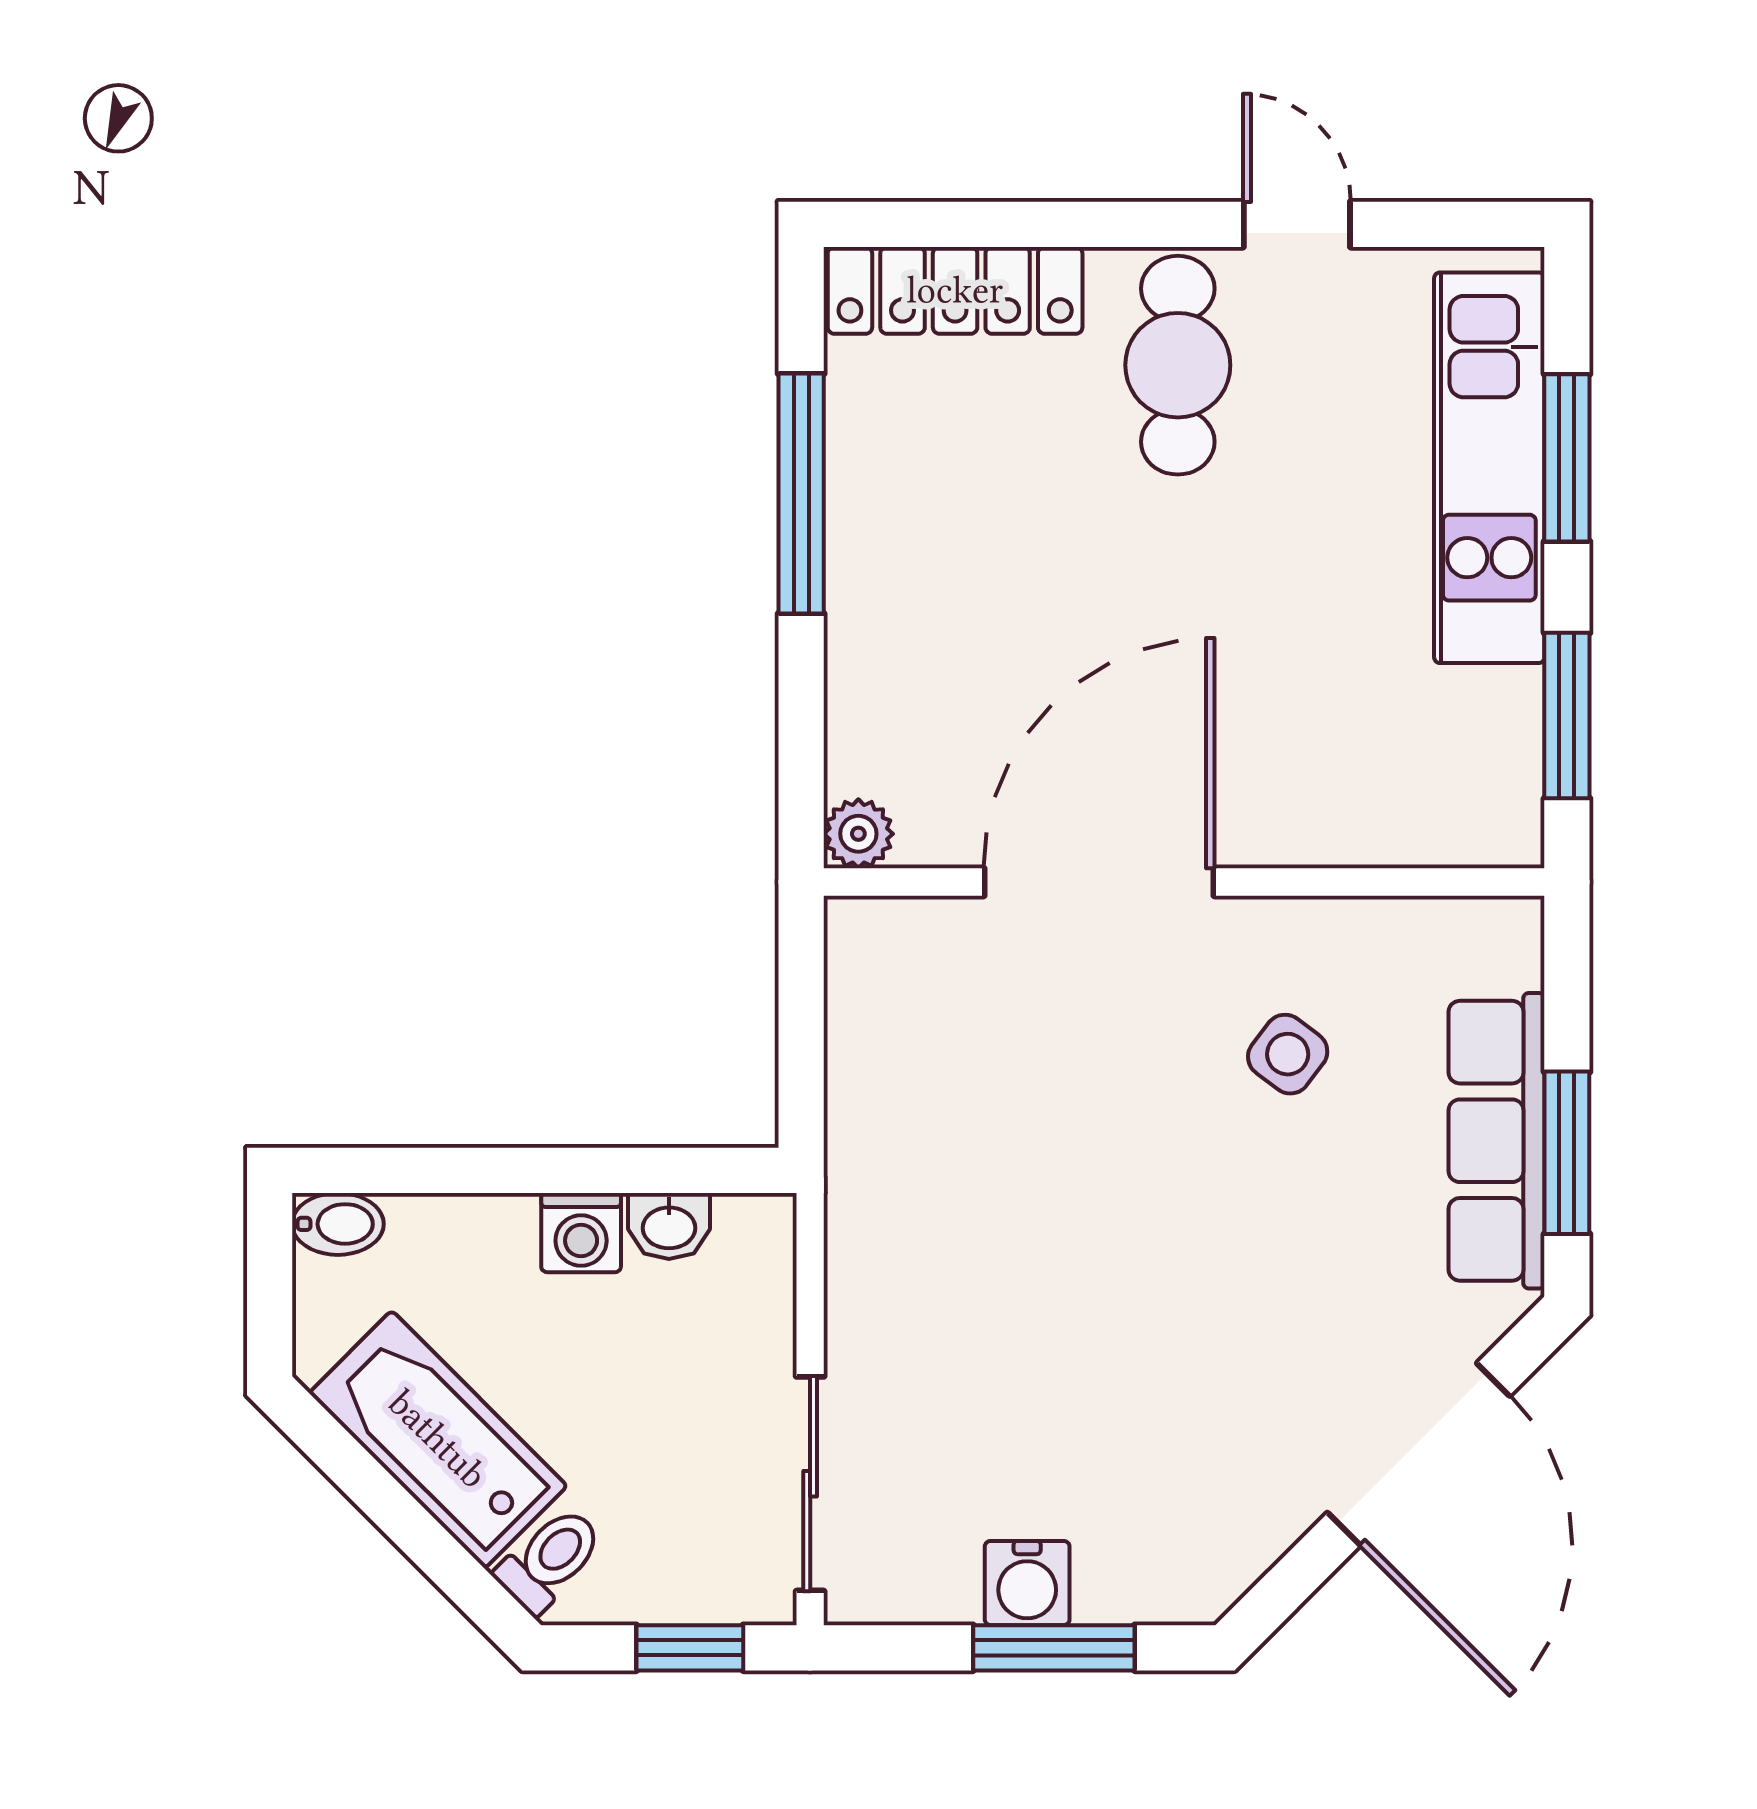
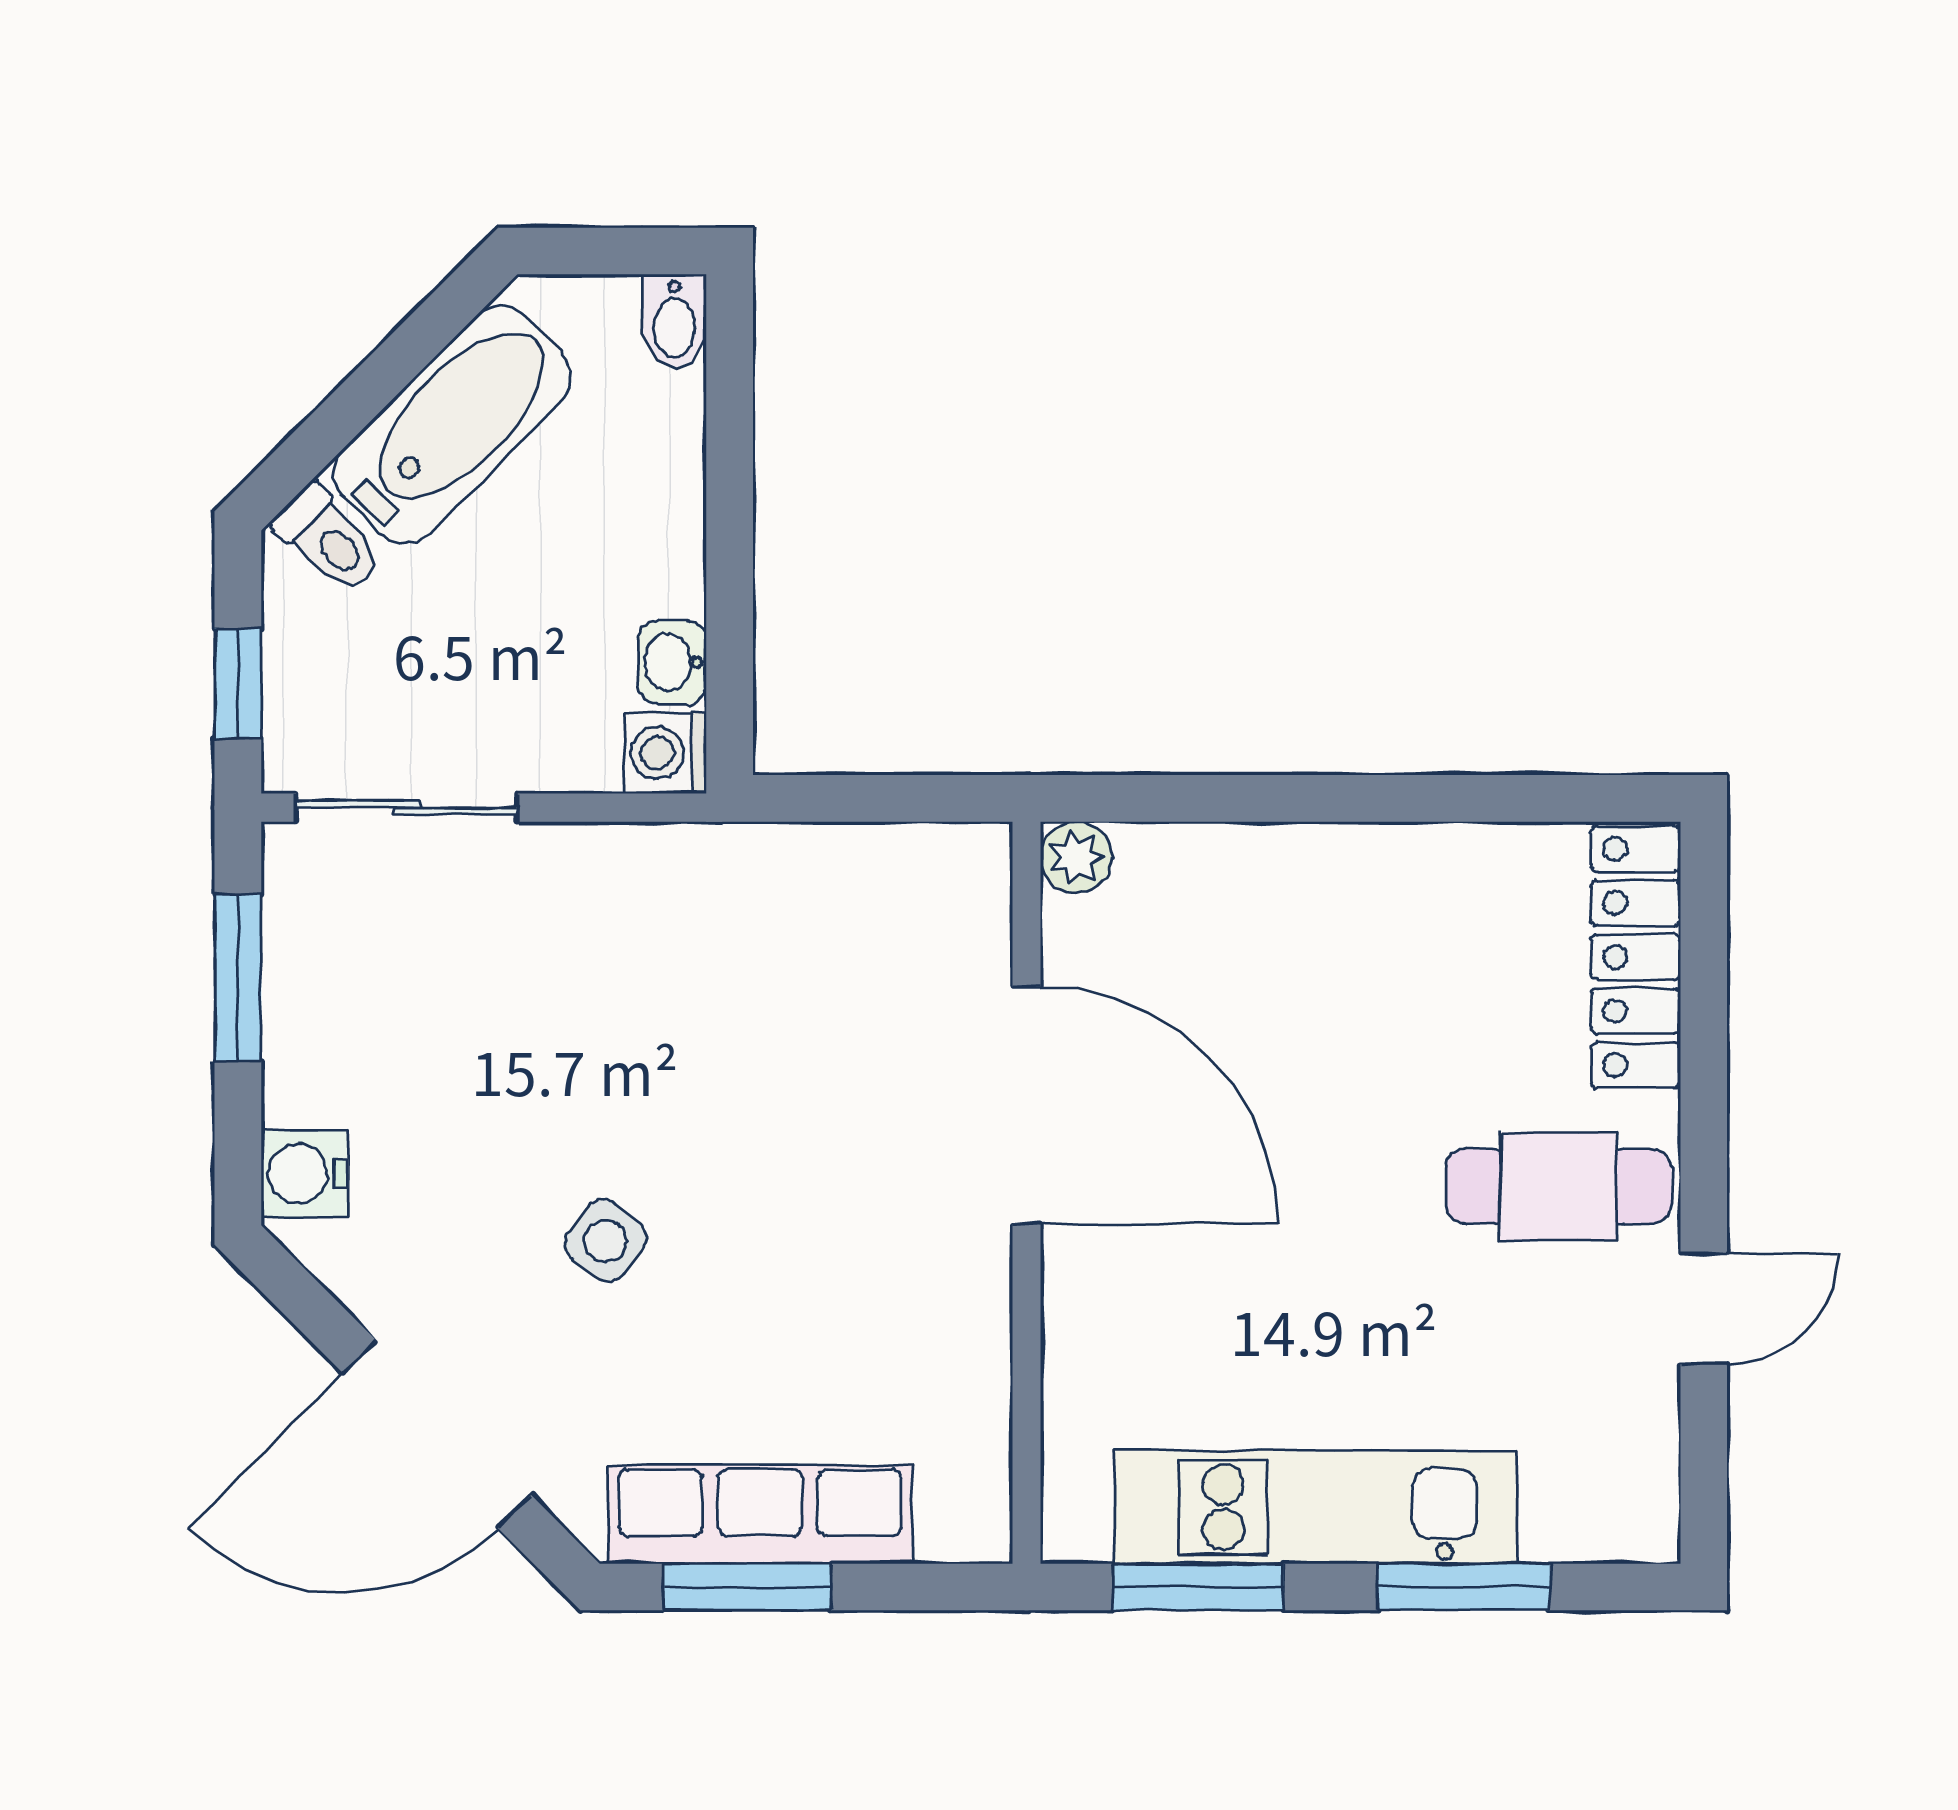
kitchen unit: (1489, 468) -> (1316, 1507), moved
window: (801, 494) -> (1427, 798), removed
side table: (1288, 1054) -> (605, 1241), moved
washing machine: (581, 1233) -> (665, 753), moved
water cooler: (1027, 1583) -> (305, 1174), moved
window: (1054, 1648) -> (238, 977), moved

